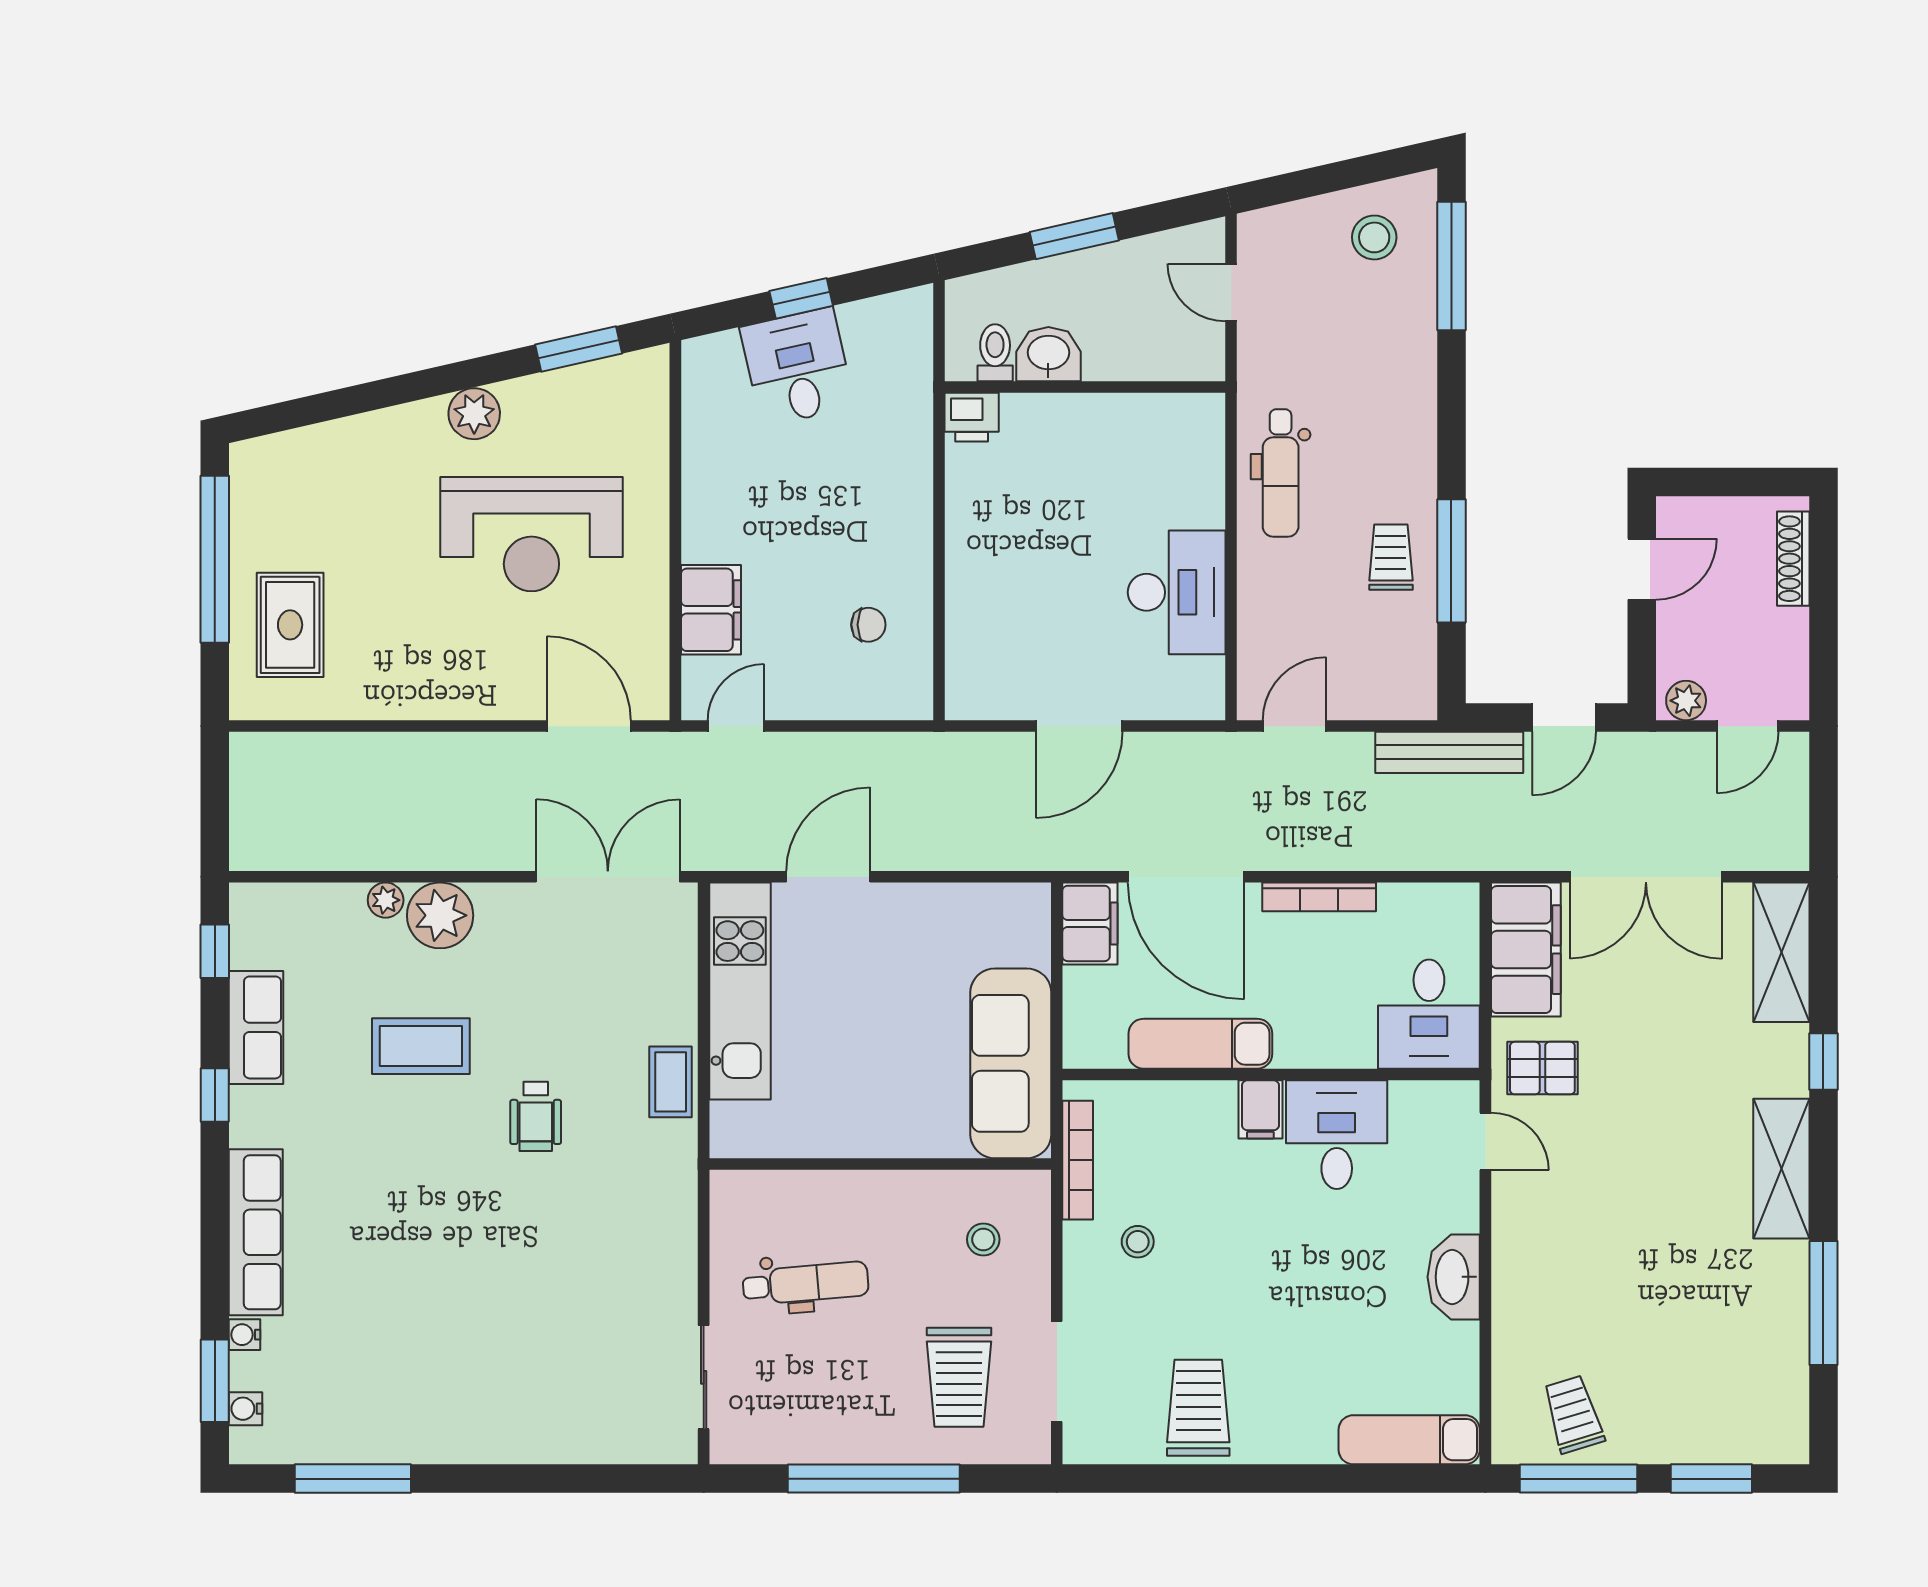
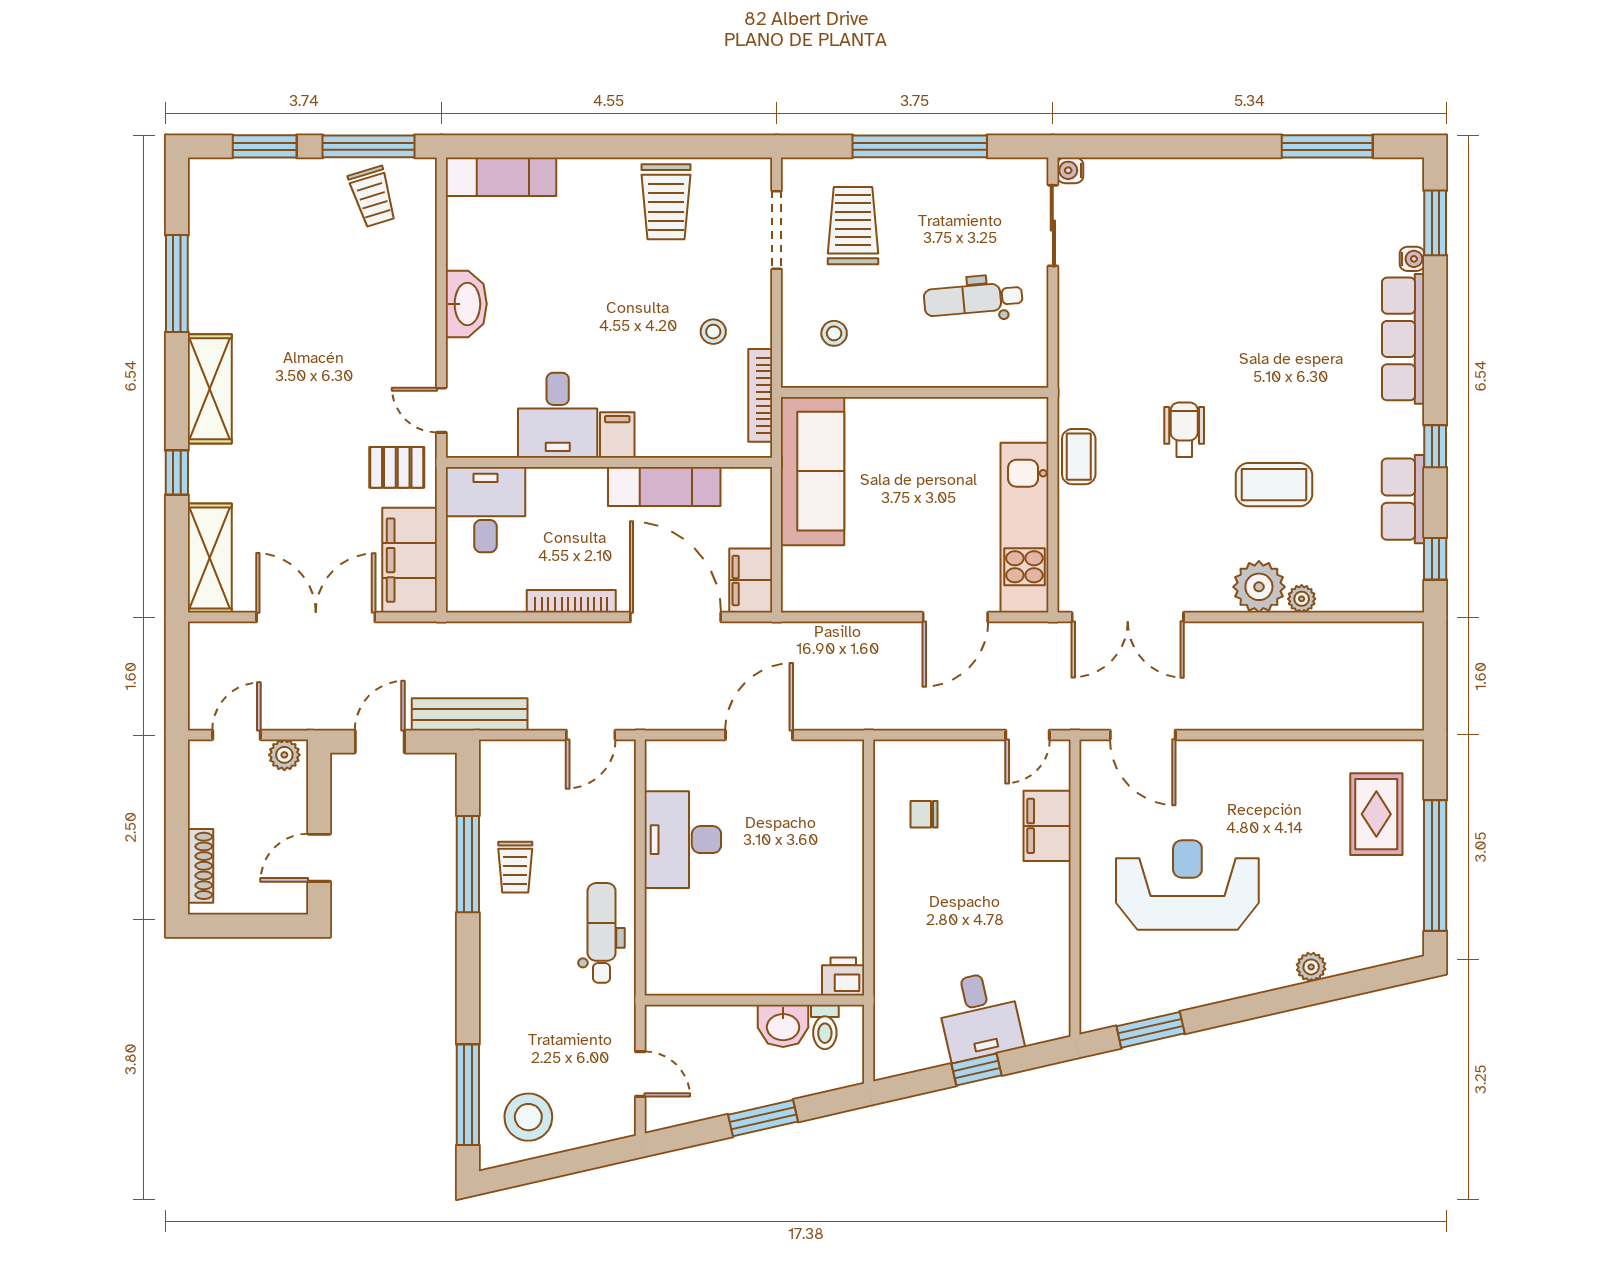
stool: (1374, 237) -> (528, 1117), width x1.38, depth x1.38
plant: (474, 414) -> (1311, 967), moved, width x0.73, depth x0.73
water cooler: (246, 1409) -> (1070, 170), moved, turned 180

